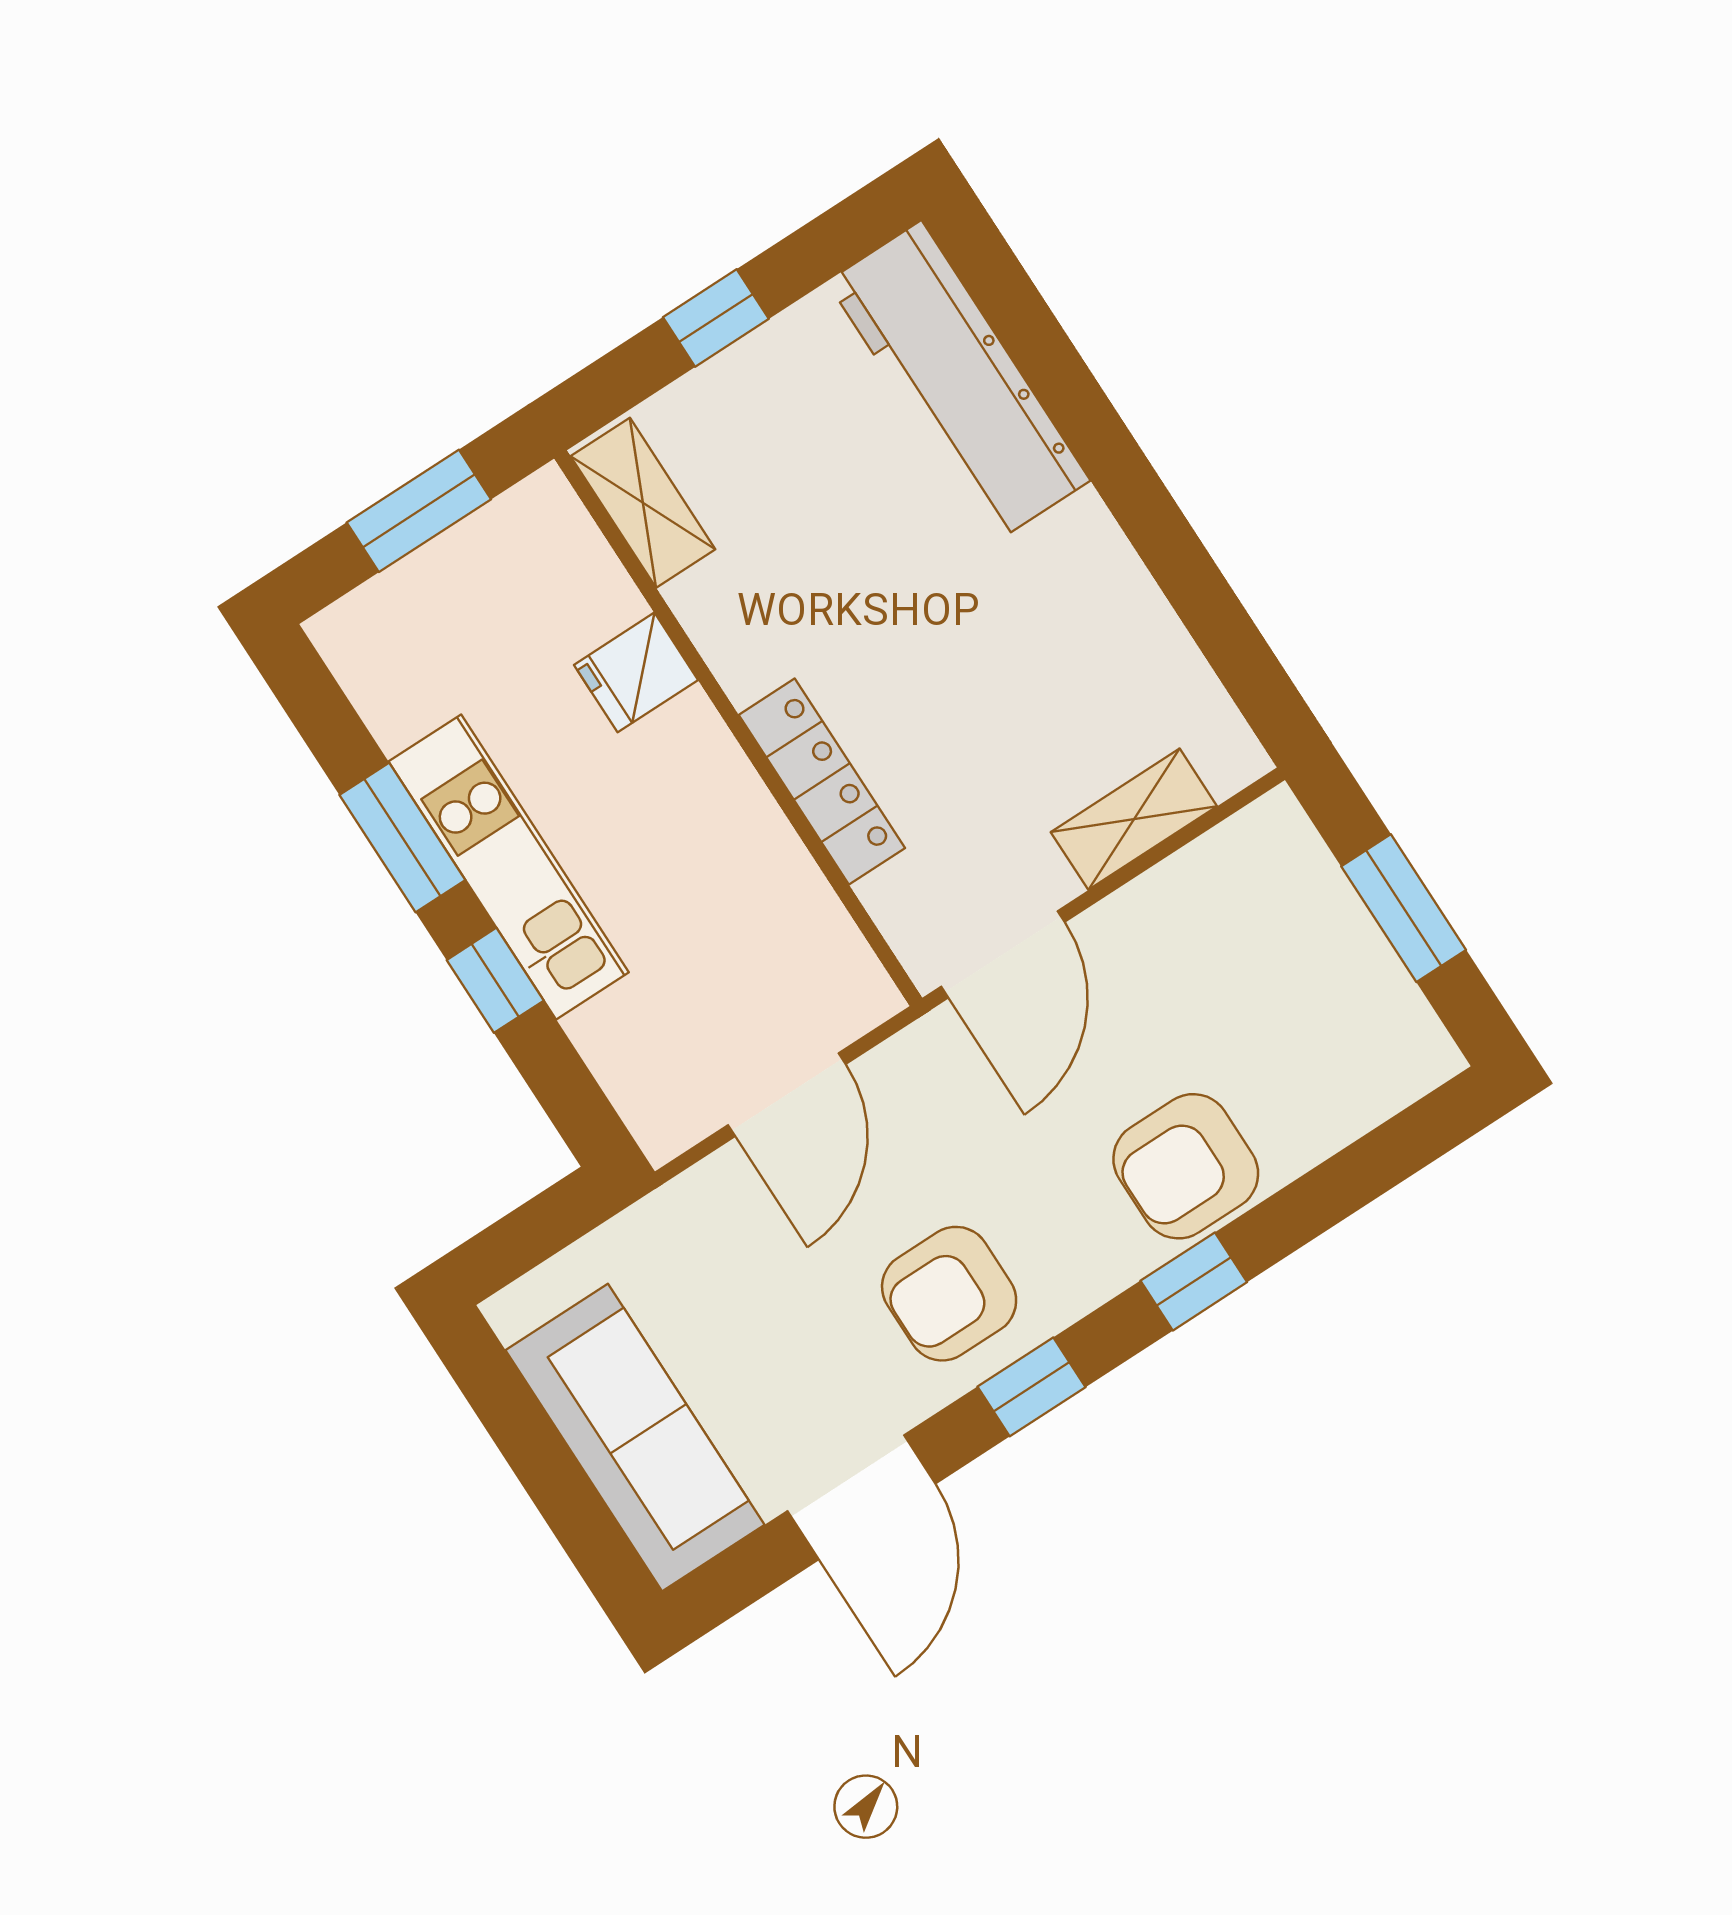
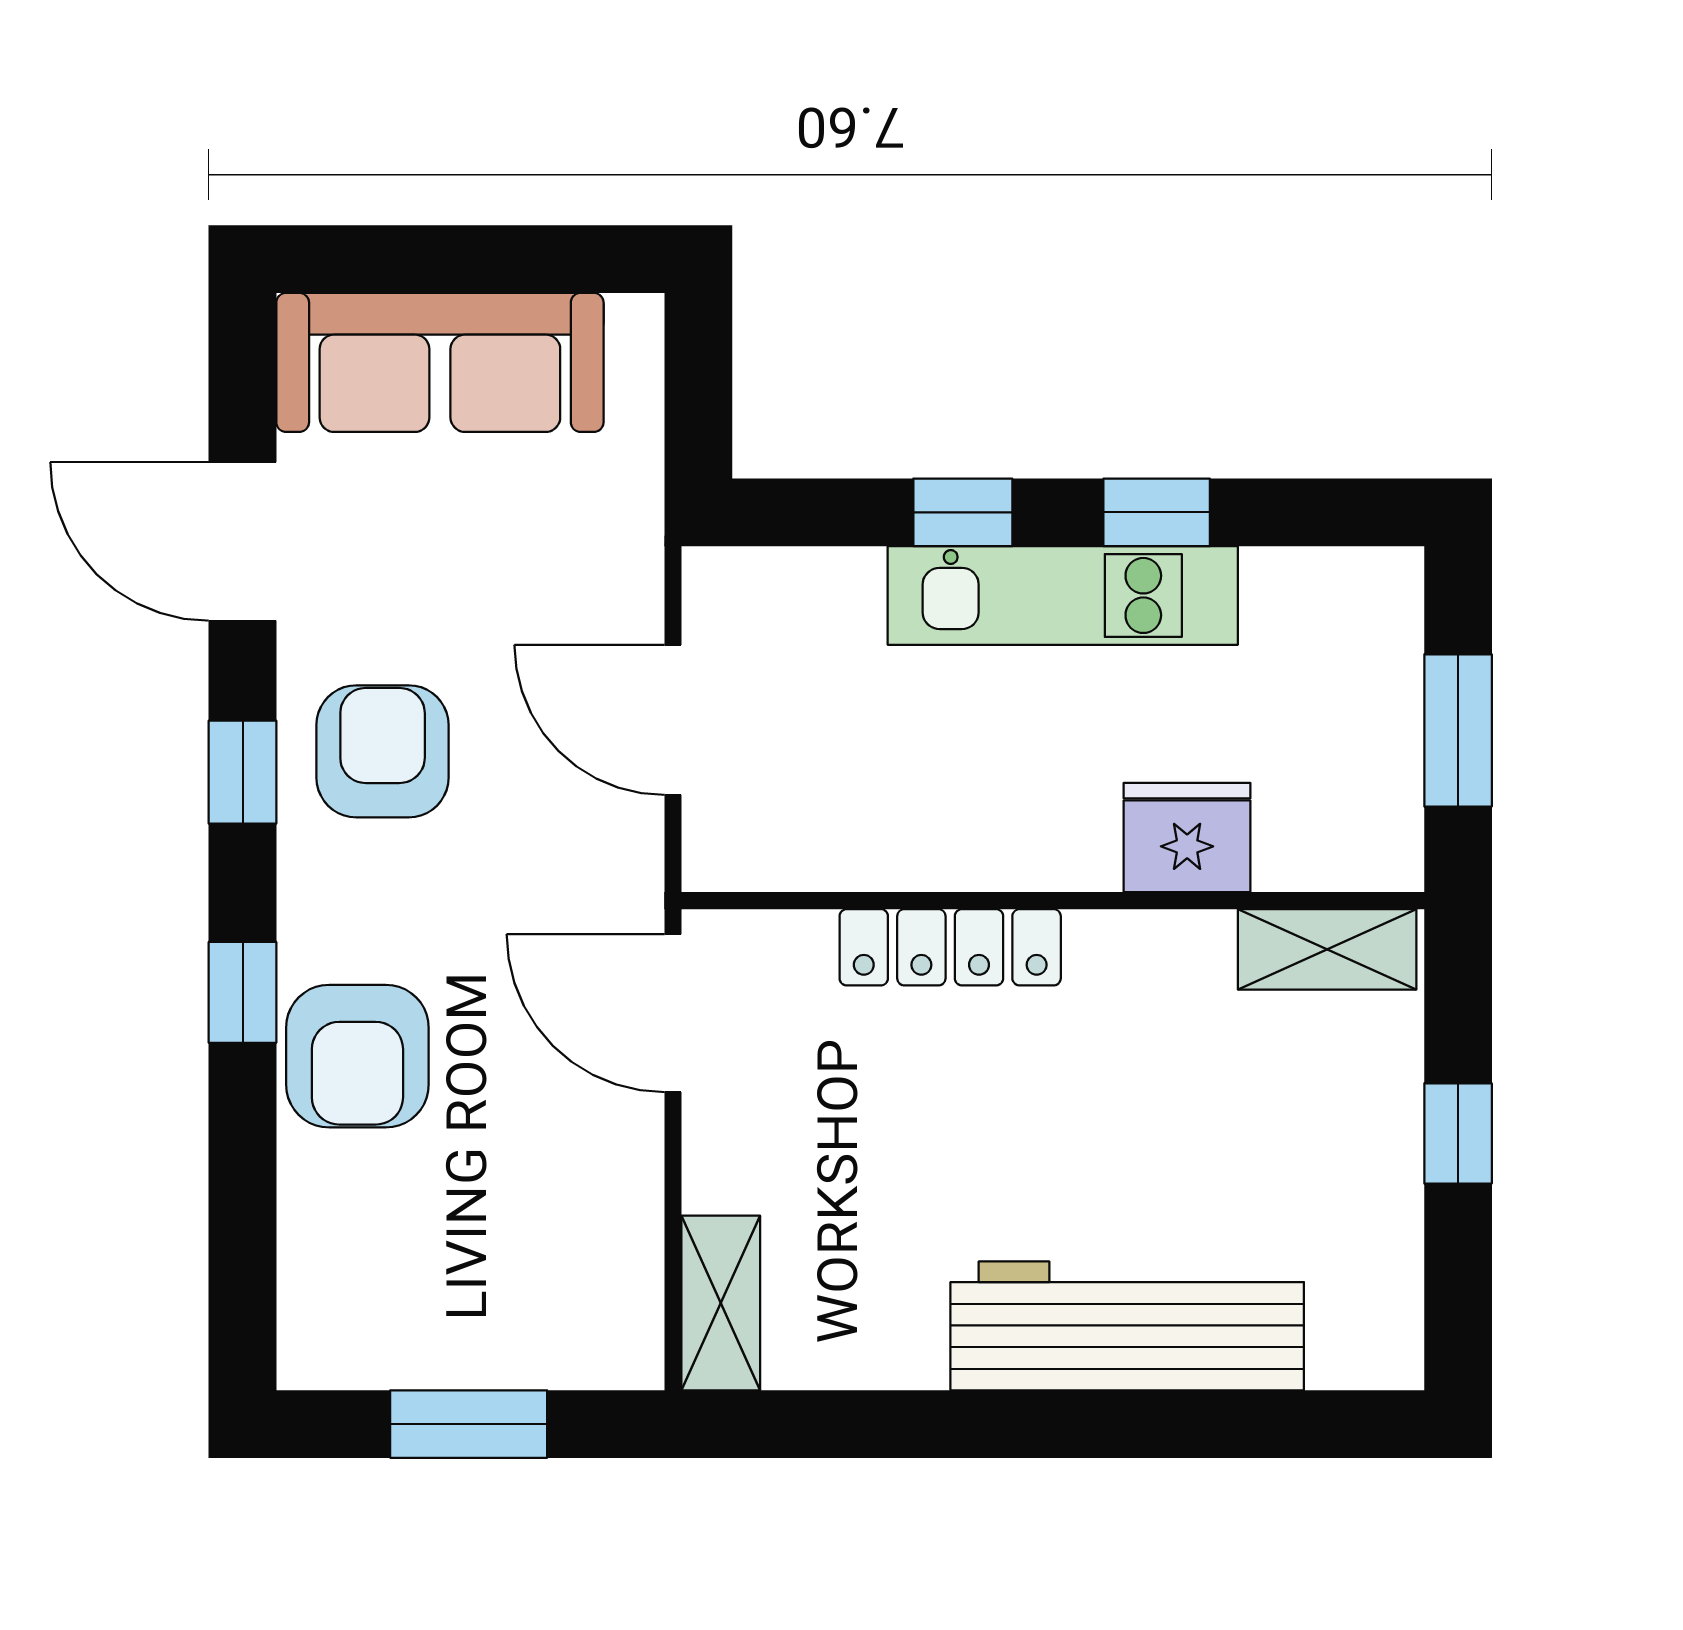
workbench: (958, 381) -> (1127, 1326), moved
fridge: (636, 672) -> (1187, 838), width x1.38
shelving: (1134, 819) -> (721, 1303), moved
window: (402, 837) -> (1157, 512), width x0.67
armchair: (1186, 1166) -> (357, 1056), turned 180

